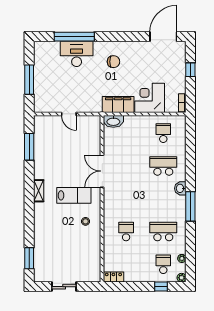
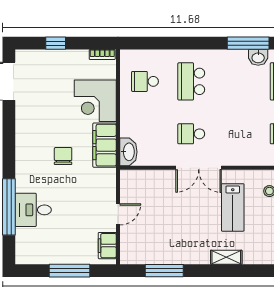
desk: (77, 54) -> (33, 210), width x0.73
chair: (113, 62) -> (63, 156), moved
filing cabinet: (47, 106) -> (107, 246), added
school desk: (126, 166) -> (191, 134), added
washbasin: (180, 188) -> (258, 57), moved
lab bench: (74, 195) -> (233, 207), turned 180

